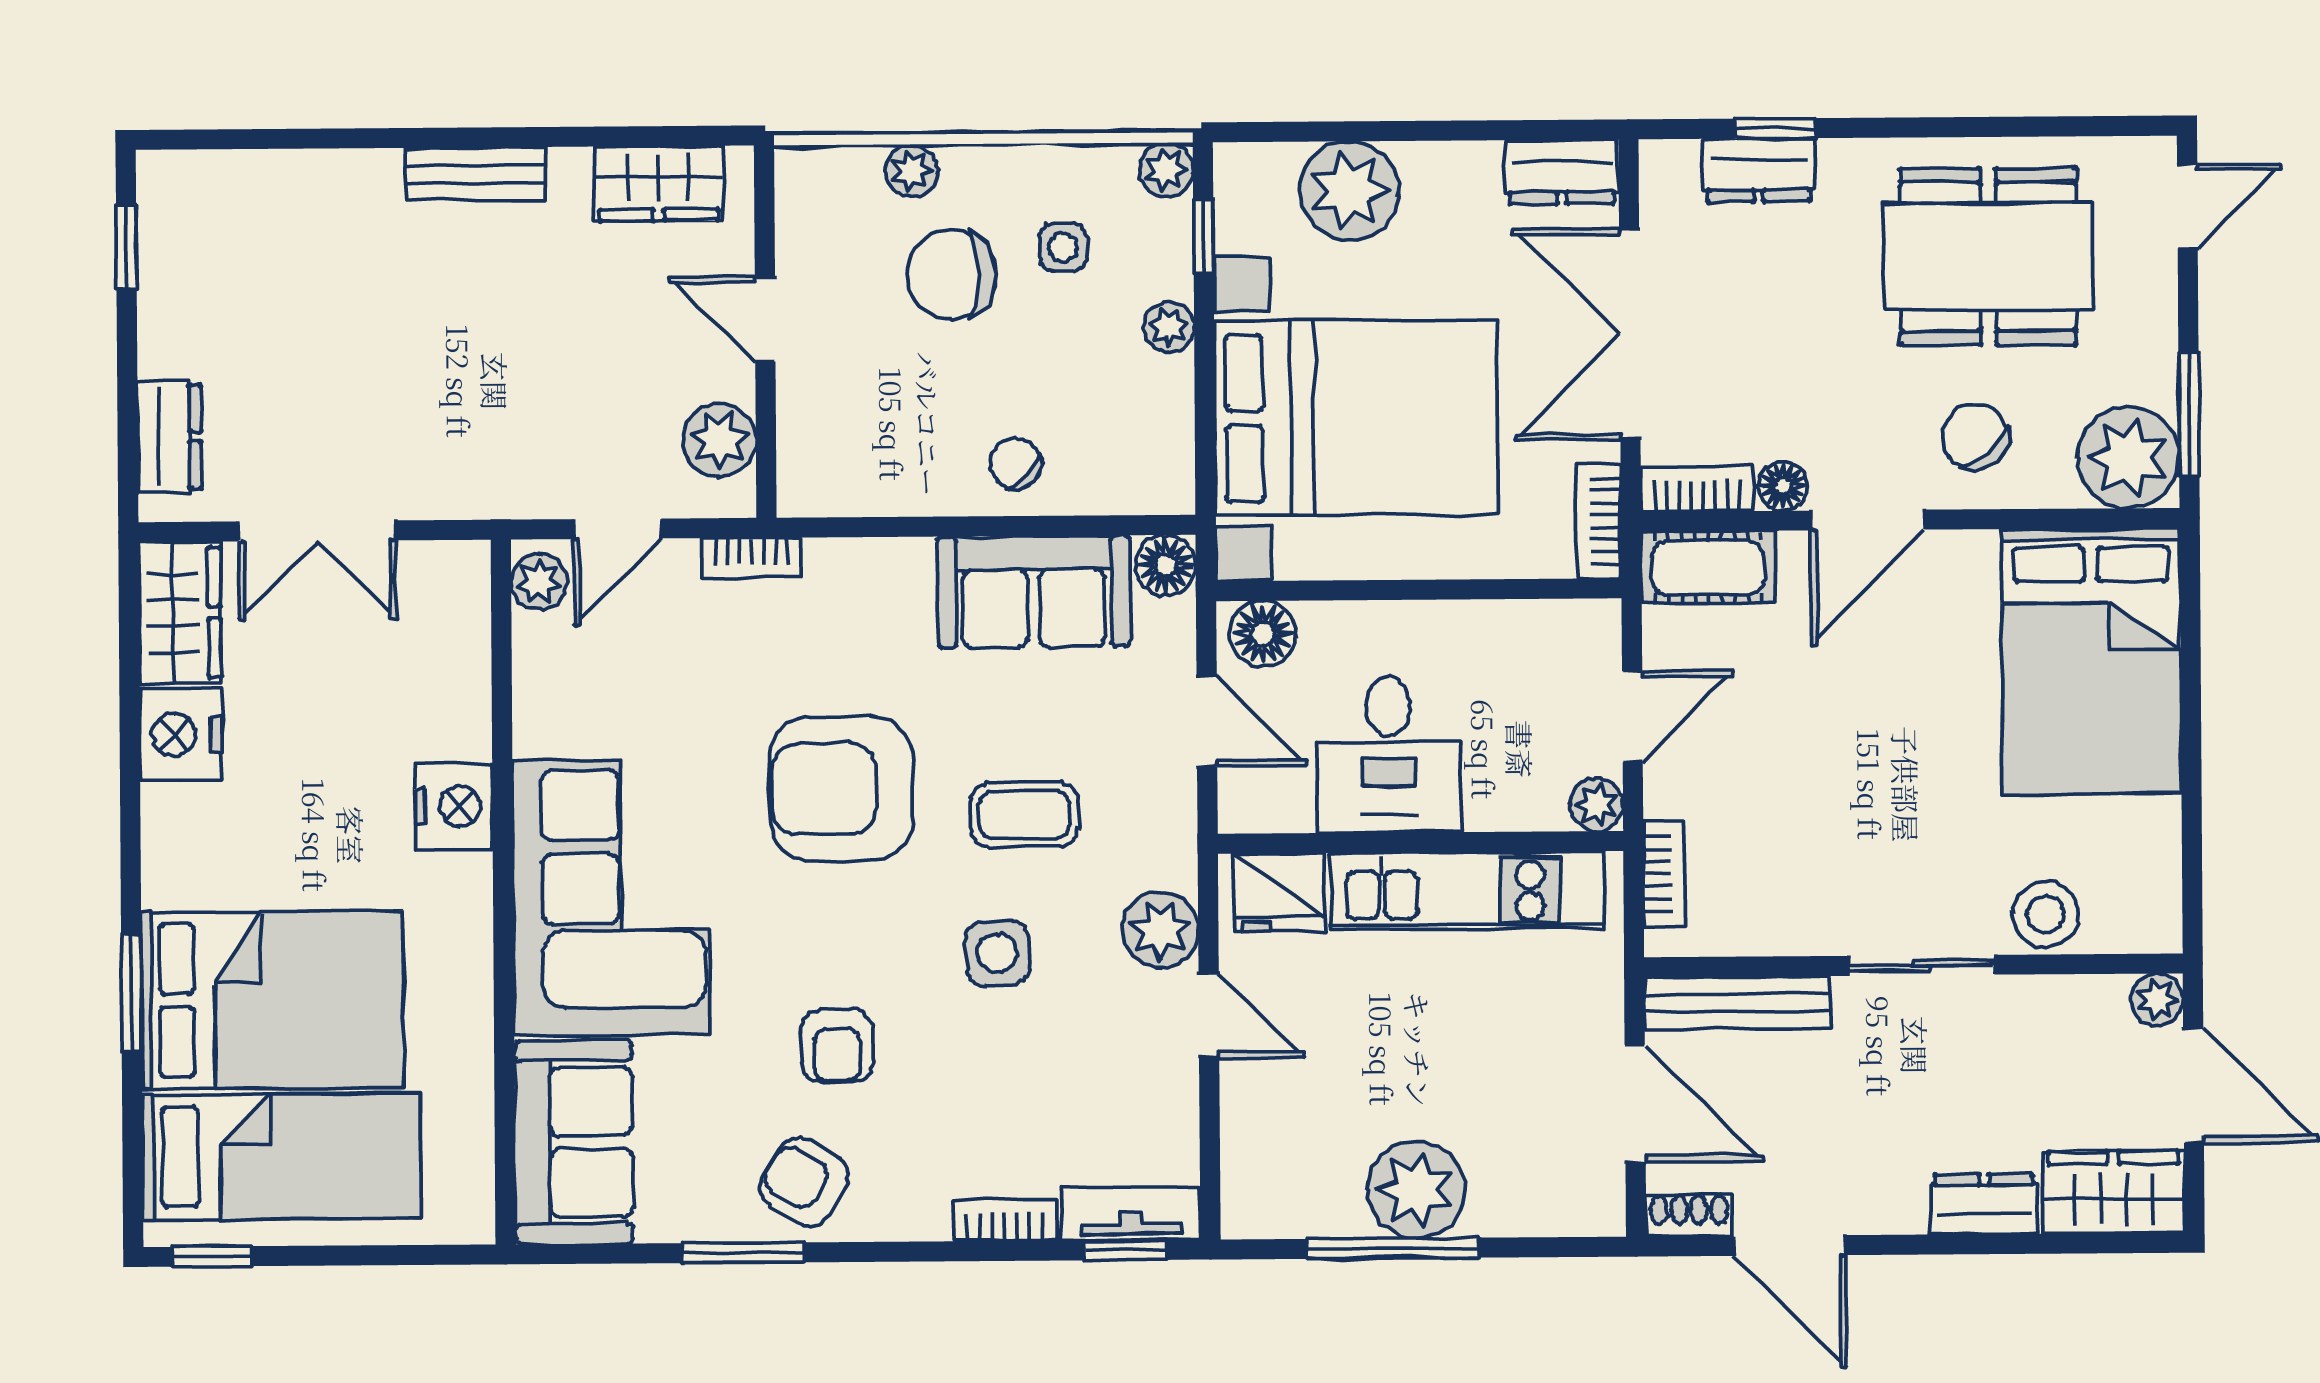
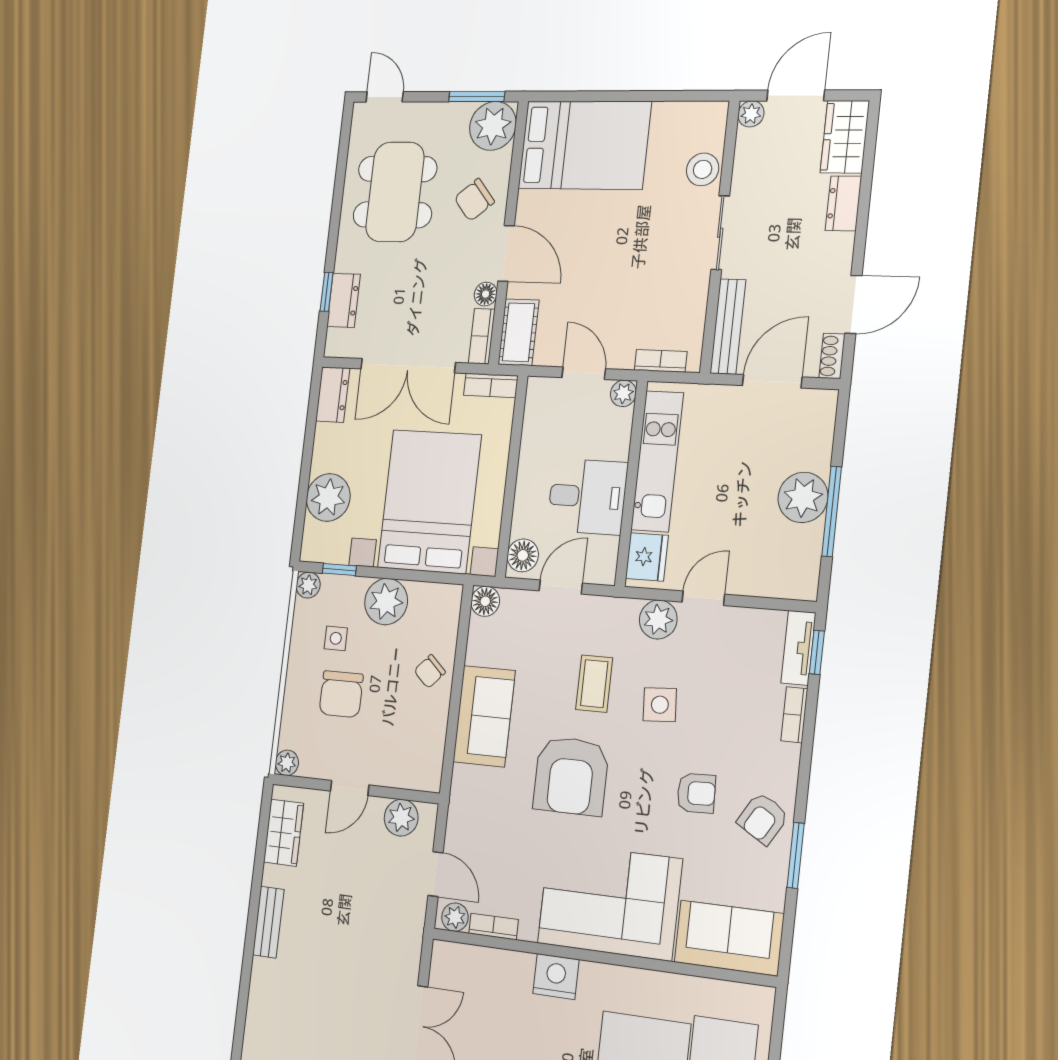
plant: (911, 171) -> (287, 763), moved
plant: (1169, 327) -> (386, 602), width x1.88, depth x1.88
bookcase: (751, 558) -> (493, 927), moved, turned -90
sofa: (1034, 592) -> (484, 716), moved

